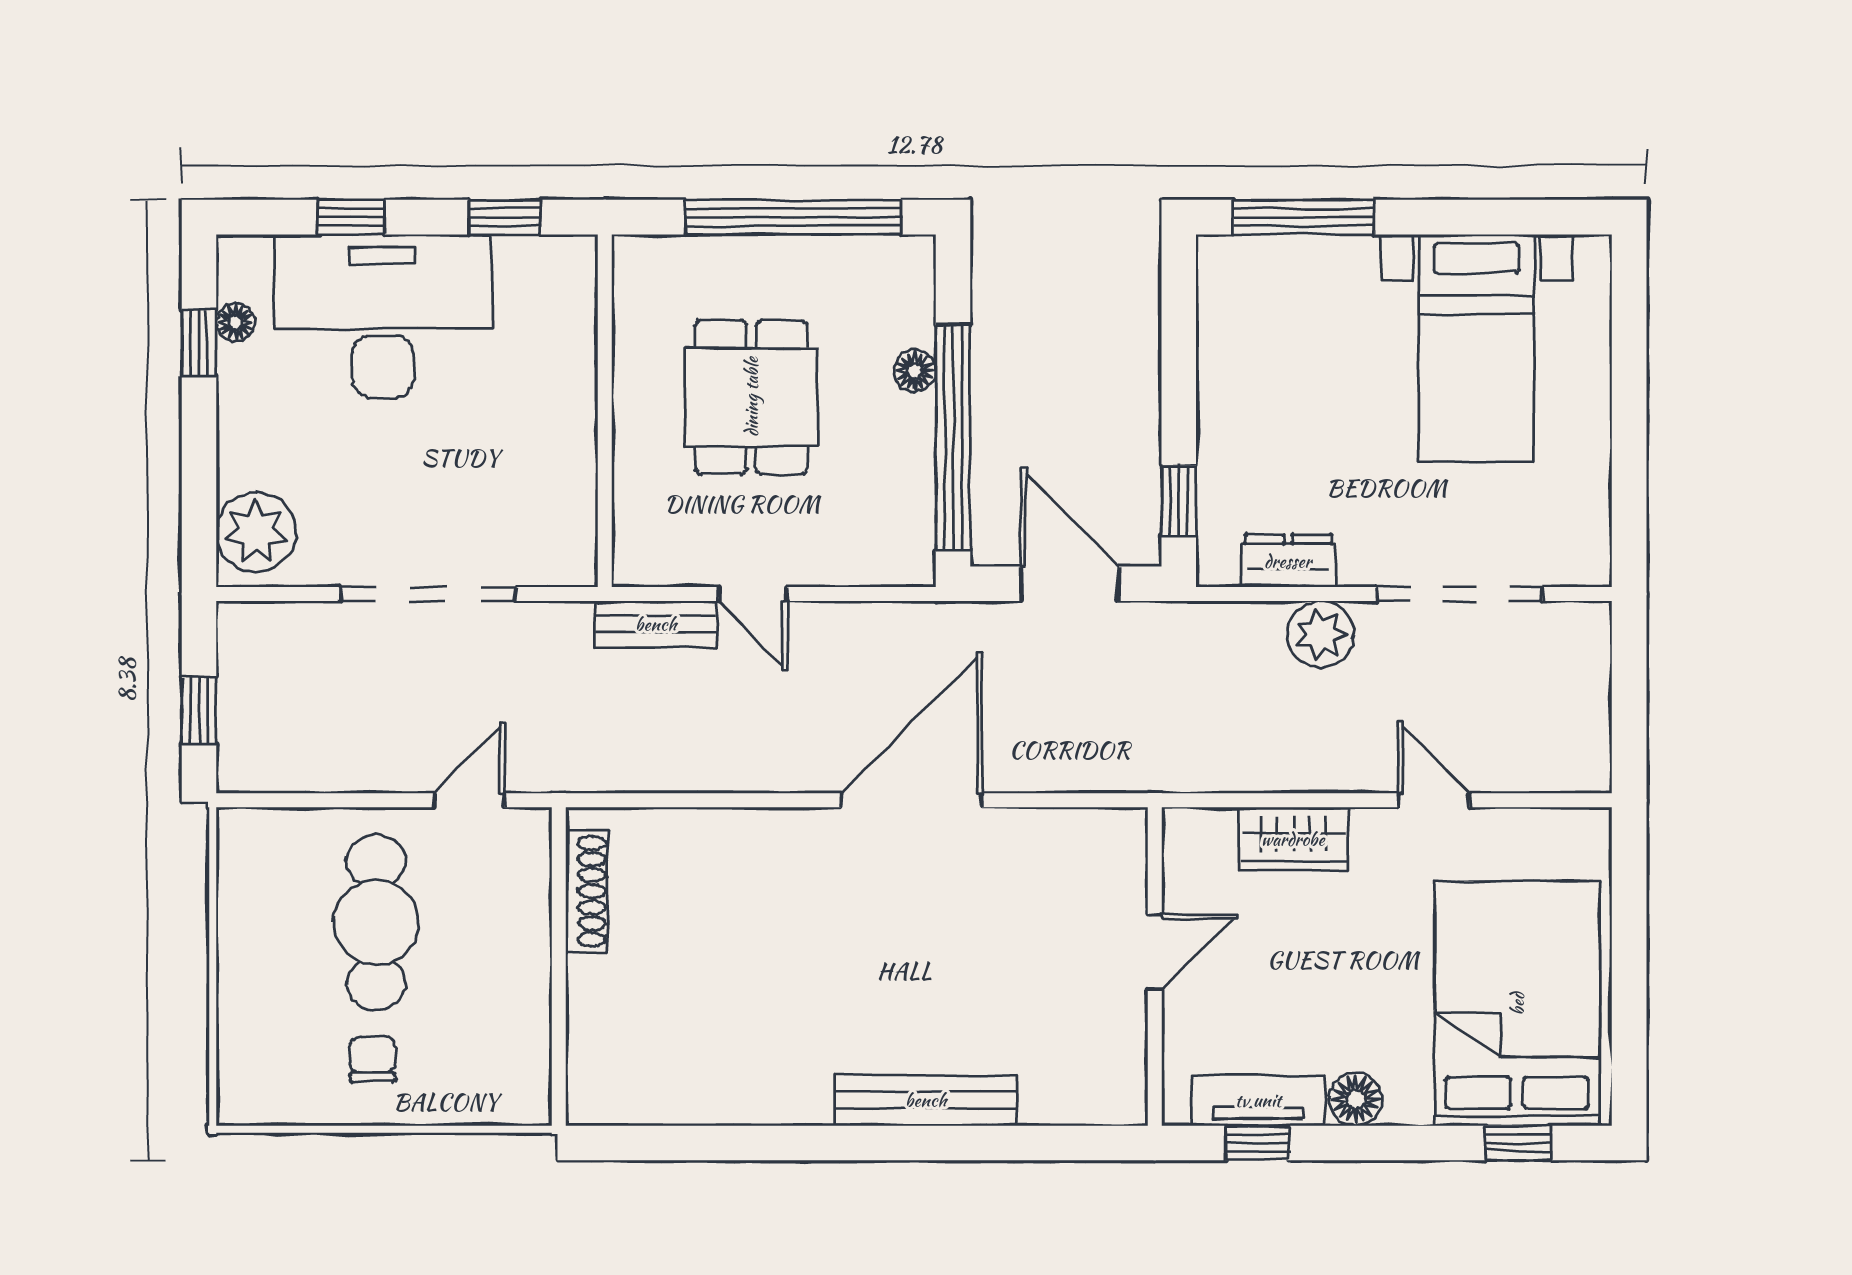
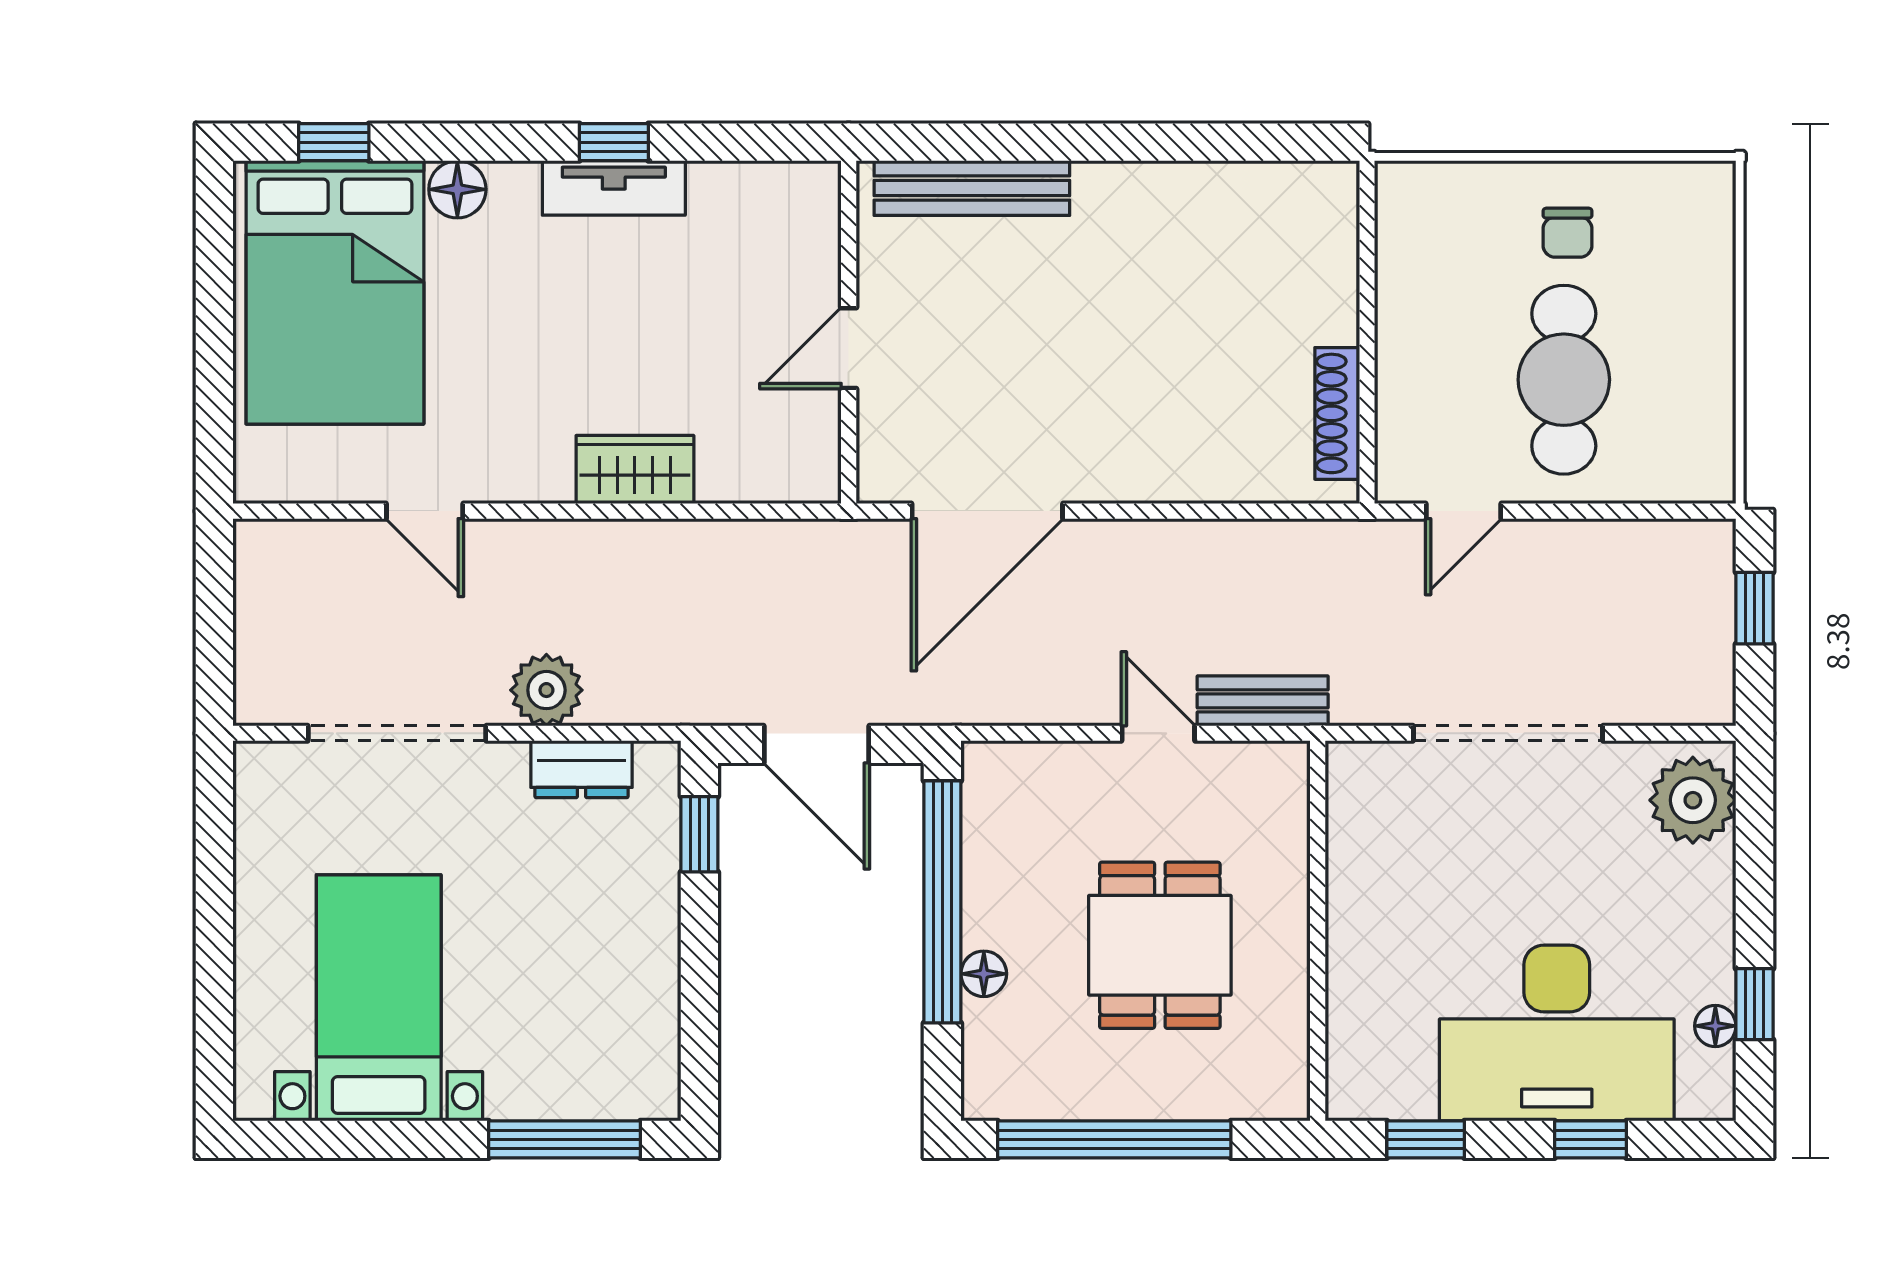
wardrobe: (1293, 839) -> (635, 470), moved
door: (1155, 952) -> (849, 348), moved
wall: (1155, 967) -> (849, 332), moved
floor lamp: (1356, 1099) -> (457, 189), moved

